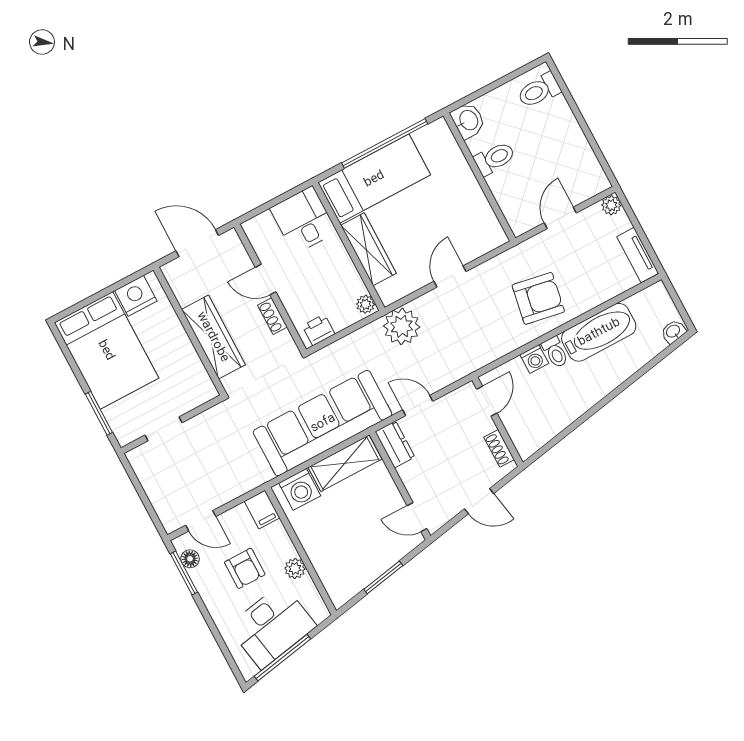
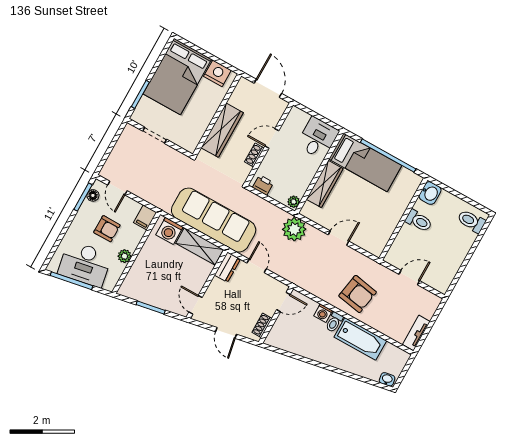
plant: (611, 205) -> (434, 301), removed
door: (266, 280) -> (272, 138), hinge flipped
armchair: (245, 568) -> (107, 229), turned -90

